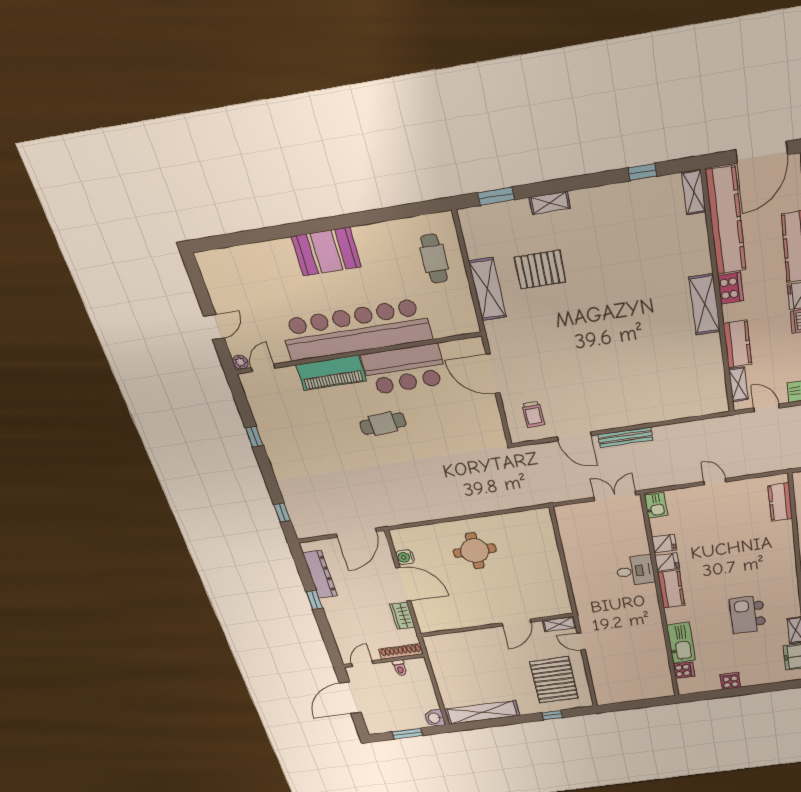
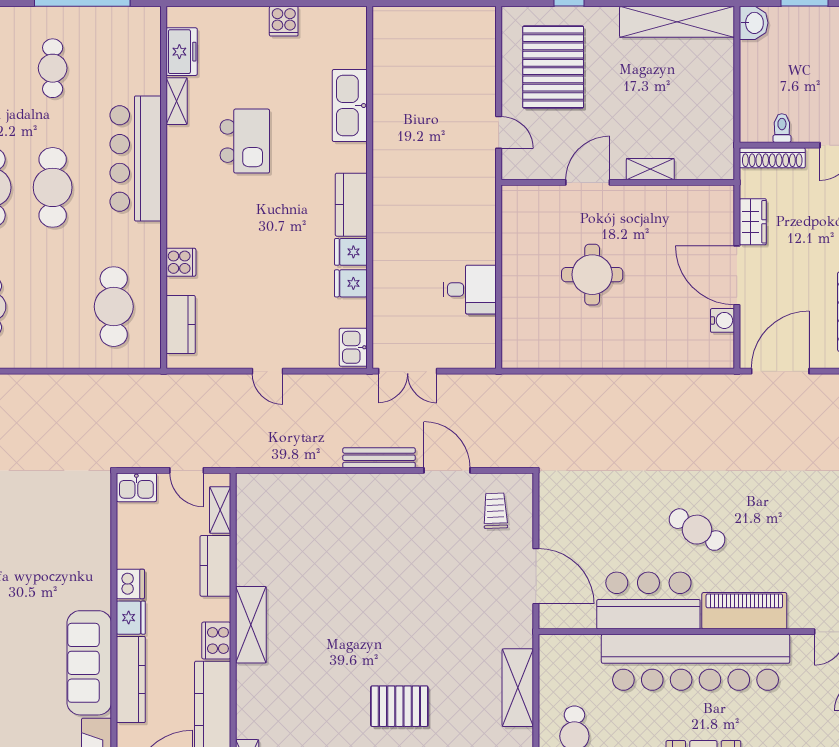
pallet: (540, 270) -> (399, 706), moved
cafe table: (383, 424) -> (697, 530), turned 35
round table: (475, 551) -> (592, 275), moved
desk: (635, 571) -> (470, 290), moved, turned 180
shelving: (559, 624) -> (650, 169), moved
cooker: (684, 670) -> (181, 262), moved, turned 180

